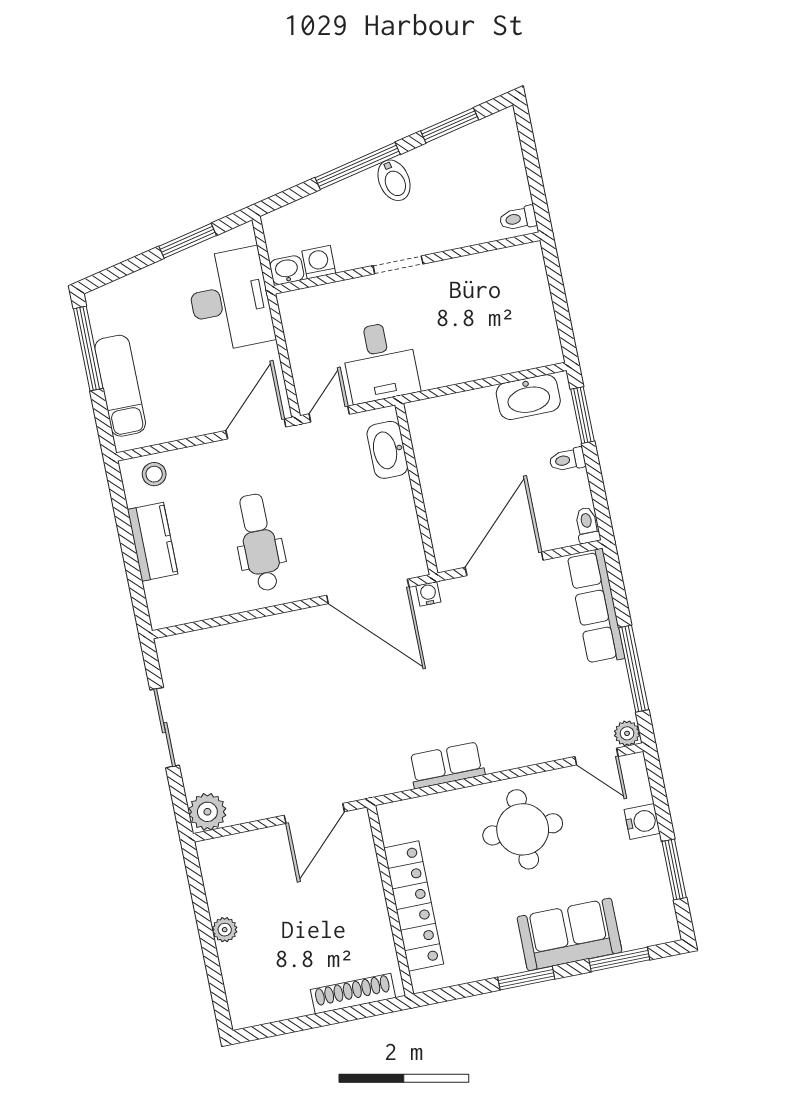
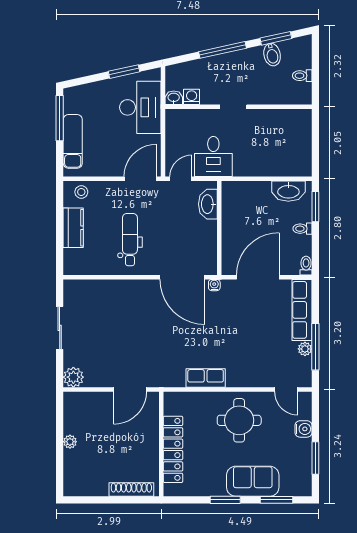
bidet: (394, 180) -> (272, 55), moved
toilet: (518, 218) -> (302, 76), moved
plant: (627, 733) -> (305, 349), moved

